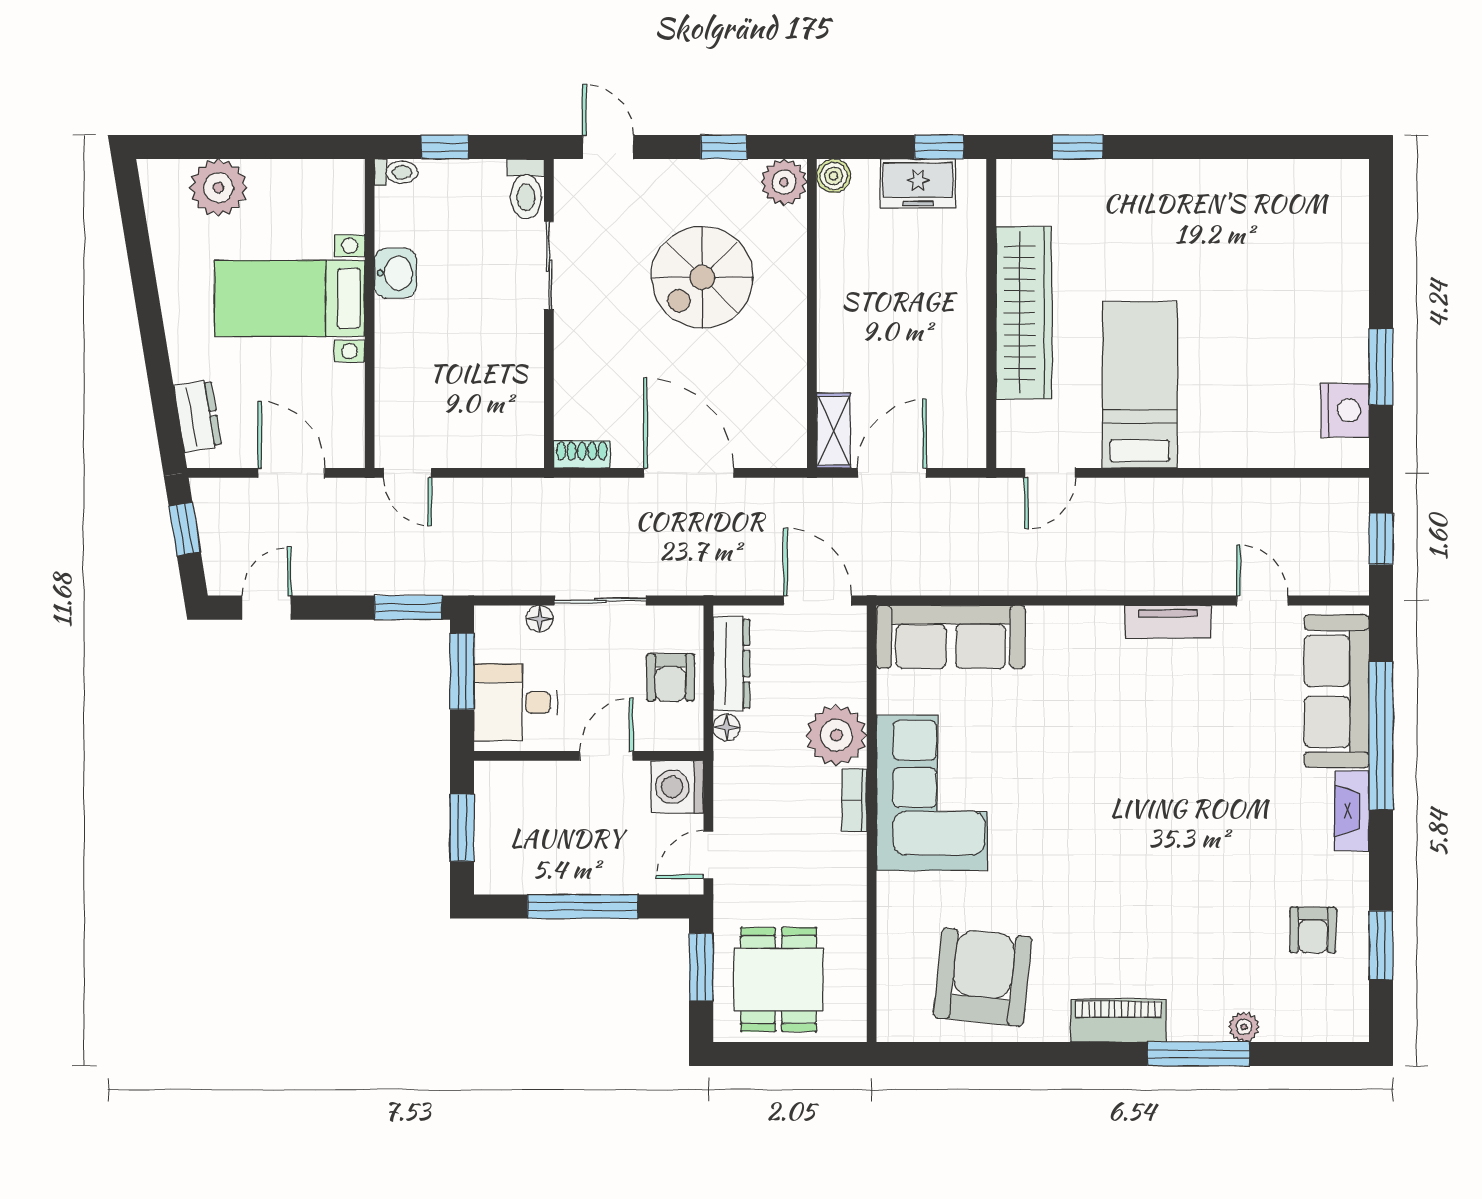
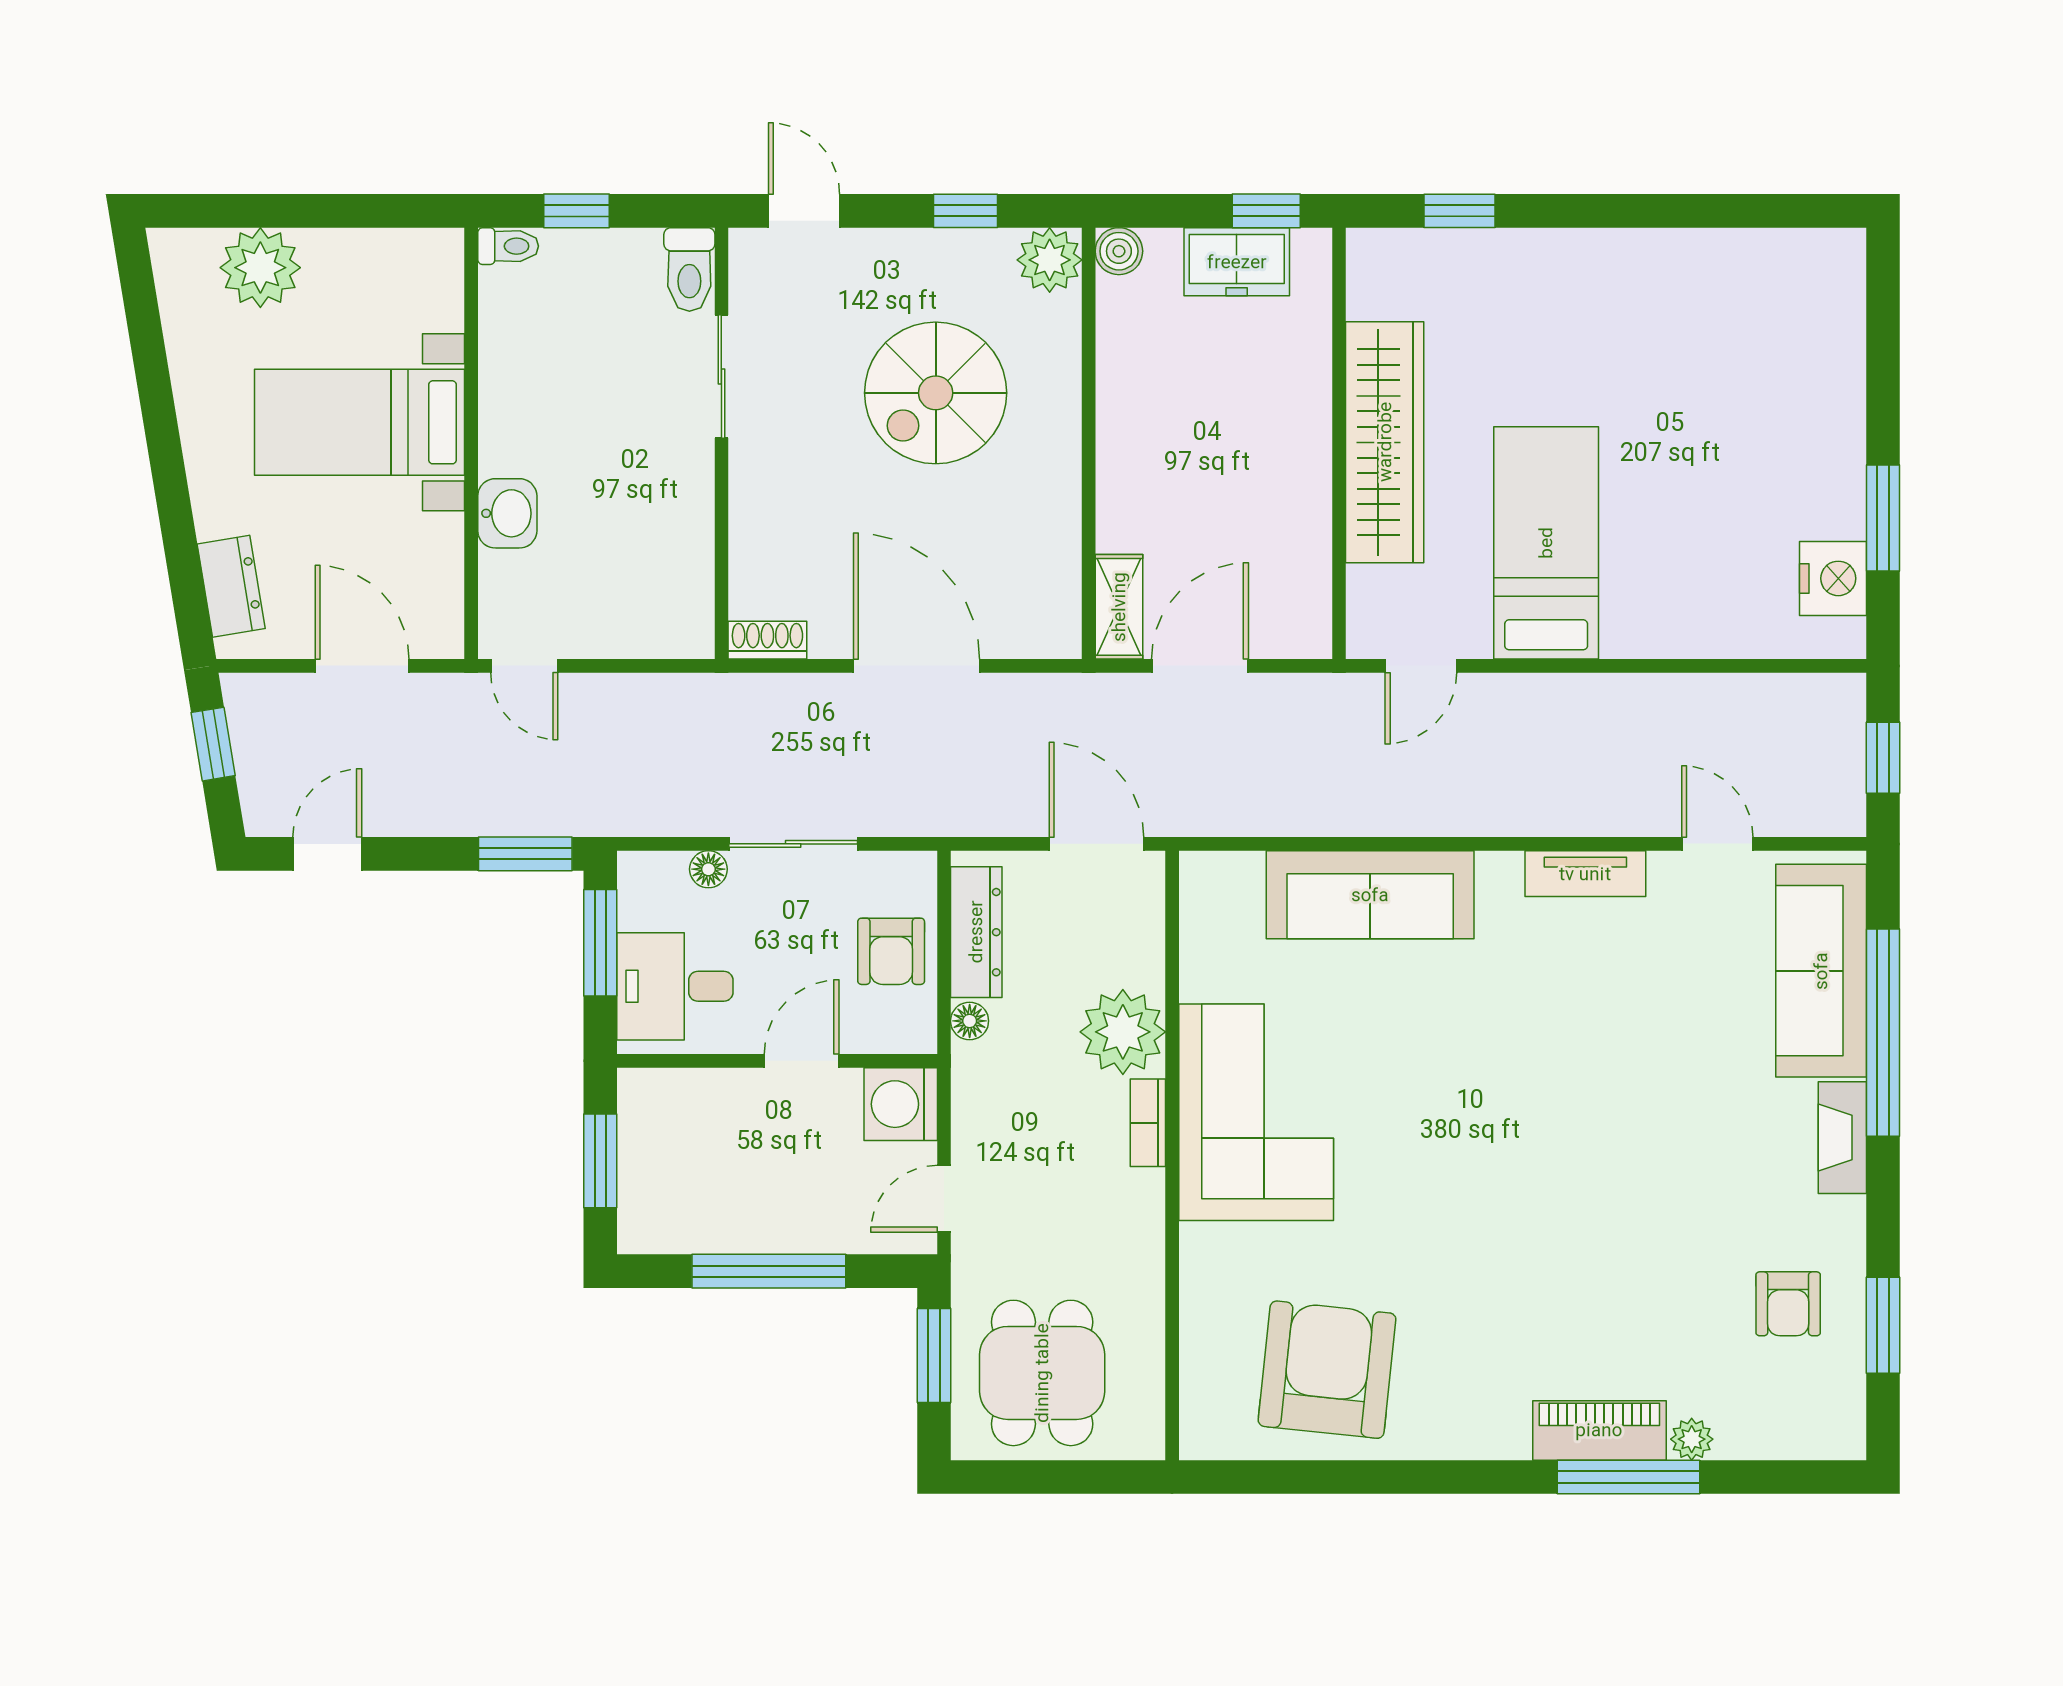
washbasin: (395, 273) -> (507, 513), moved
sofa: (951, 637) -> (1370, 895), moved
piano: (1118, 1021) -> (1599, 1430), moved

